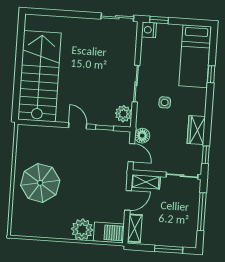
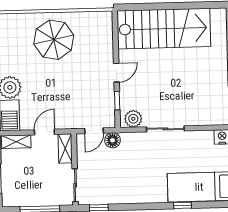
side table: (165, 102) -> (149, 160), removed
wardrobe: (196, 130) -> (124, 195), removed
door: (128, 200) -> (44, 132), swing flipped

